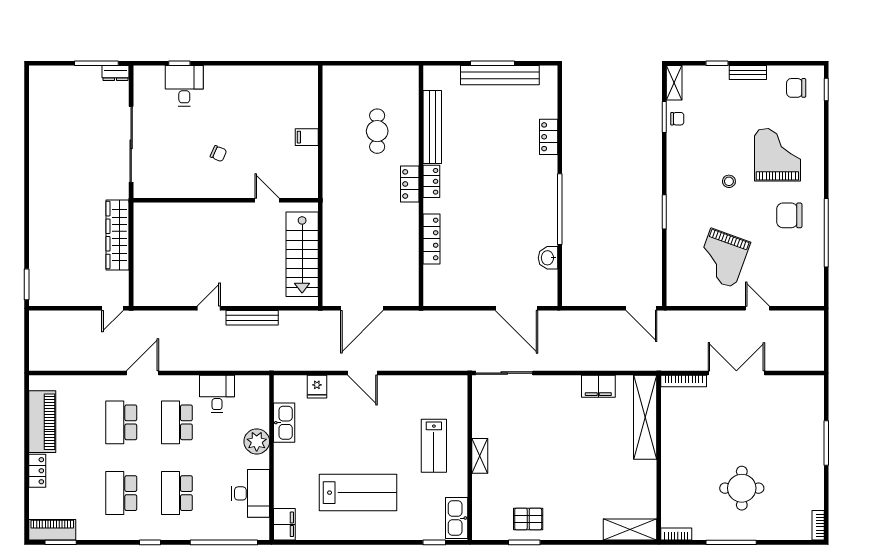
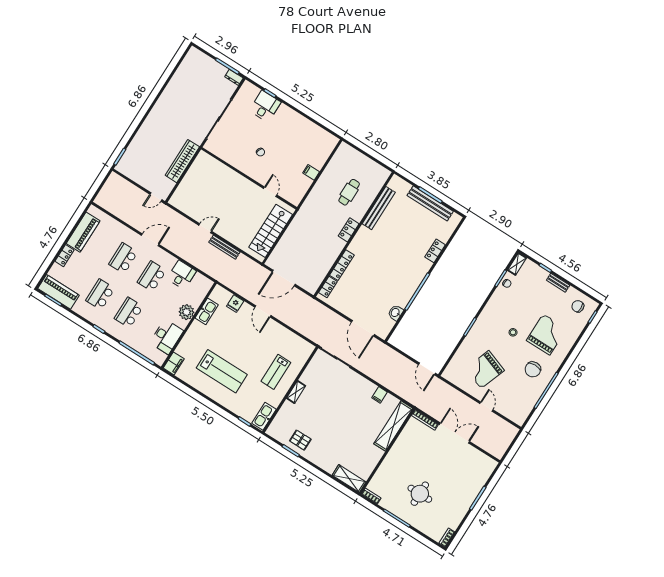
locker: (431, 181) -> (328, 287), moved
chair: (789, 215) -> (533, 369), turned -91
filing cabinet: (598, 386) -> (379, 395), width x0.50
piano: (52, 530) -> (59, 292), width x1.37, depth x1.33

